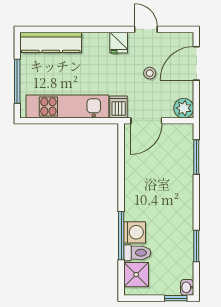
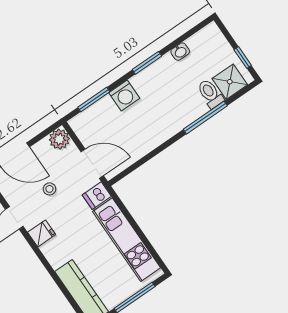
washing machine: (135, 232) -> (124, 95), moved, turned 180
window: (196, 246) -> (147, 63), moved
washbasin: (187, 287) -> (180, 52), moved
window: (176, 298) -> (243, 57), moved

